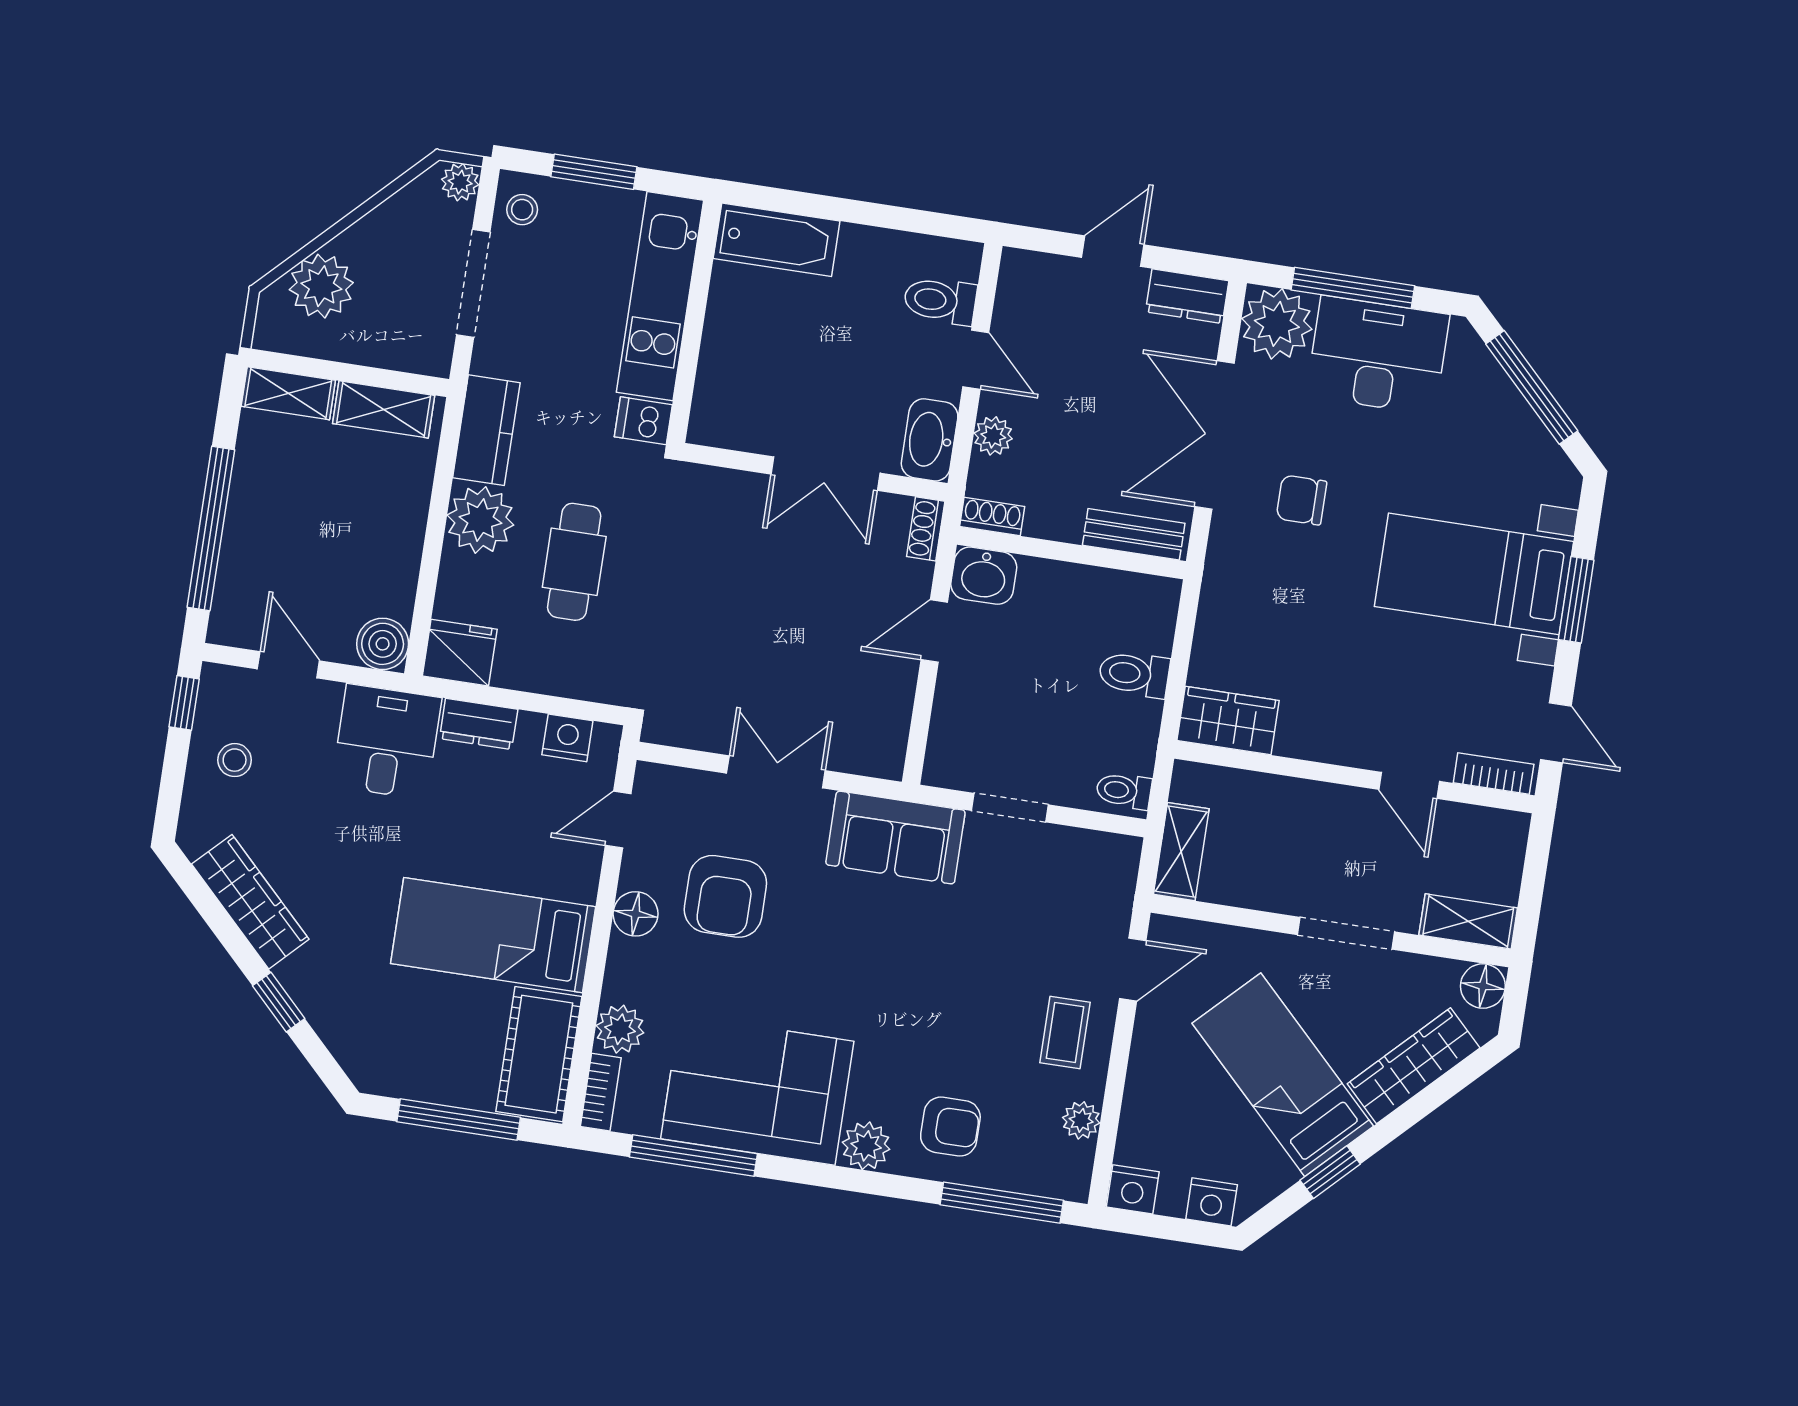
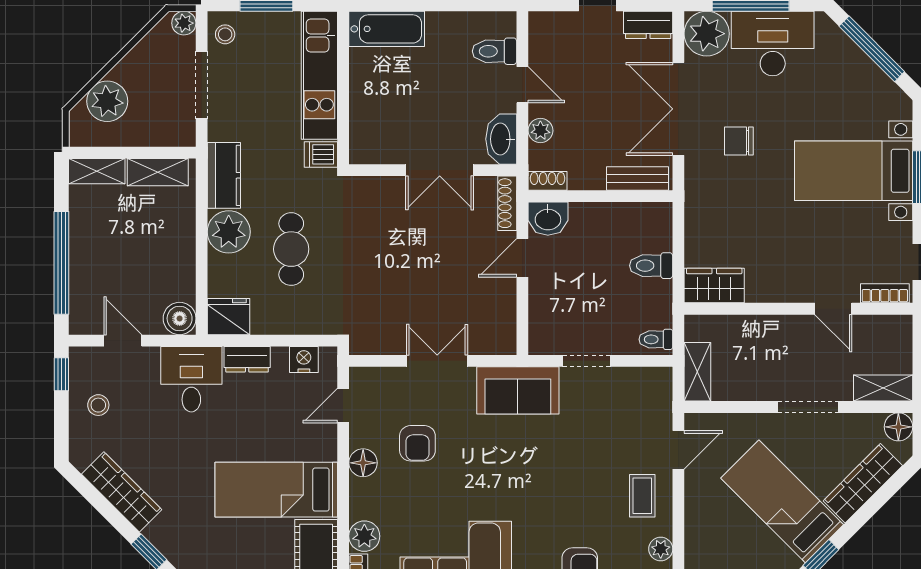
shoe rack: (926, 529) -> (507, 203), width x1.43
armchair: (725, 896) -> (417, 443), width x0.72, depth x0.72

